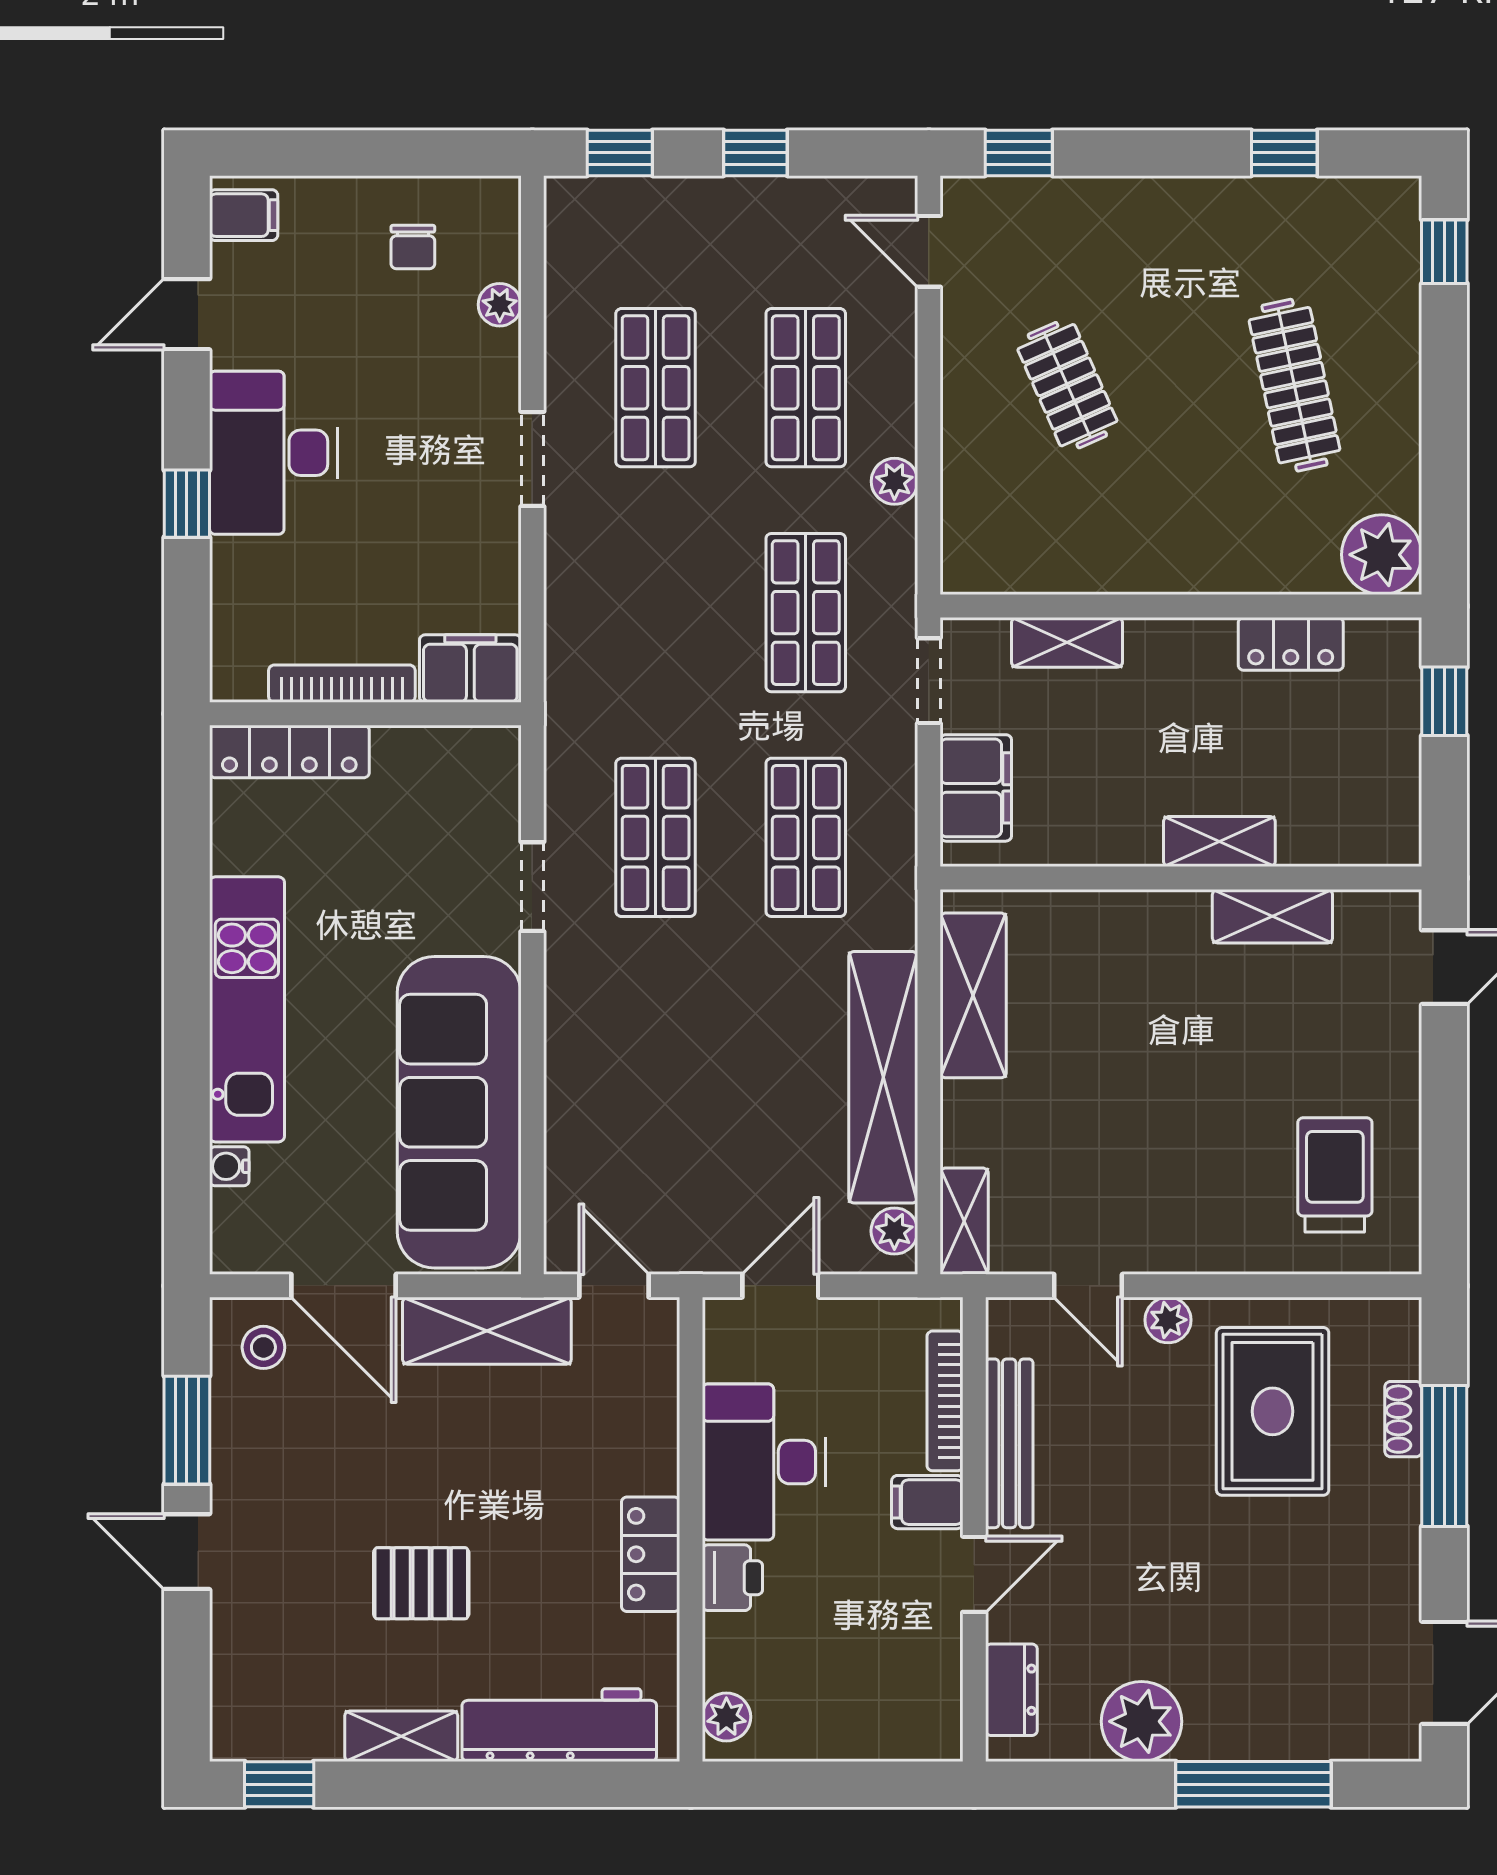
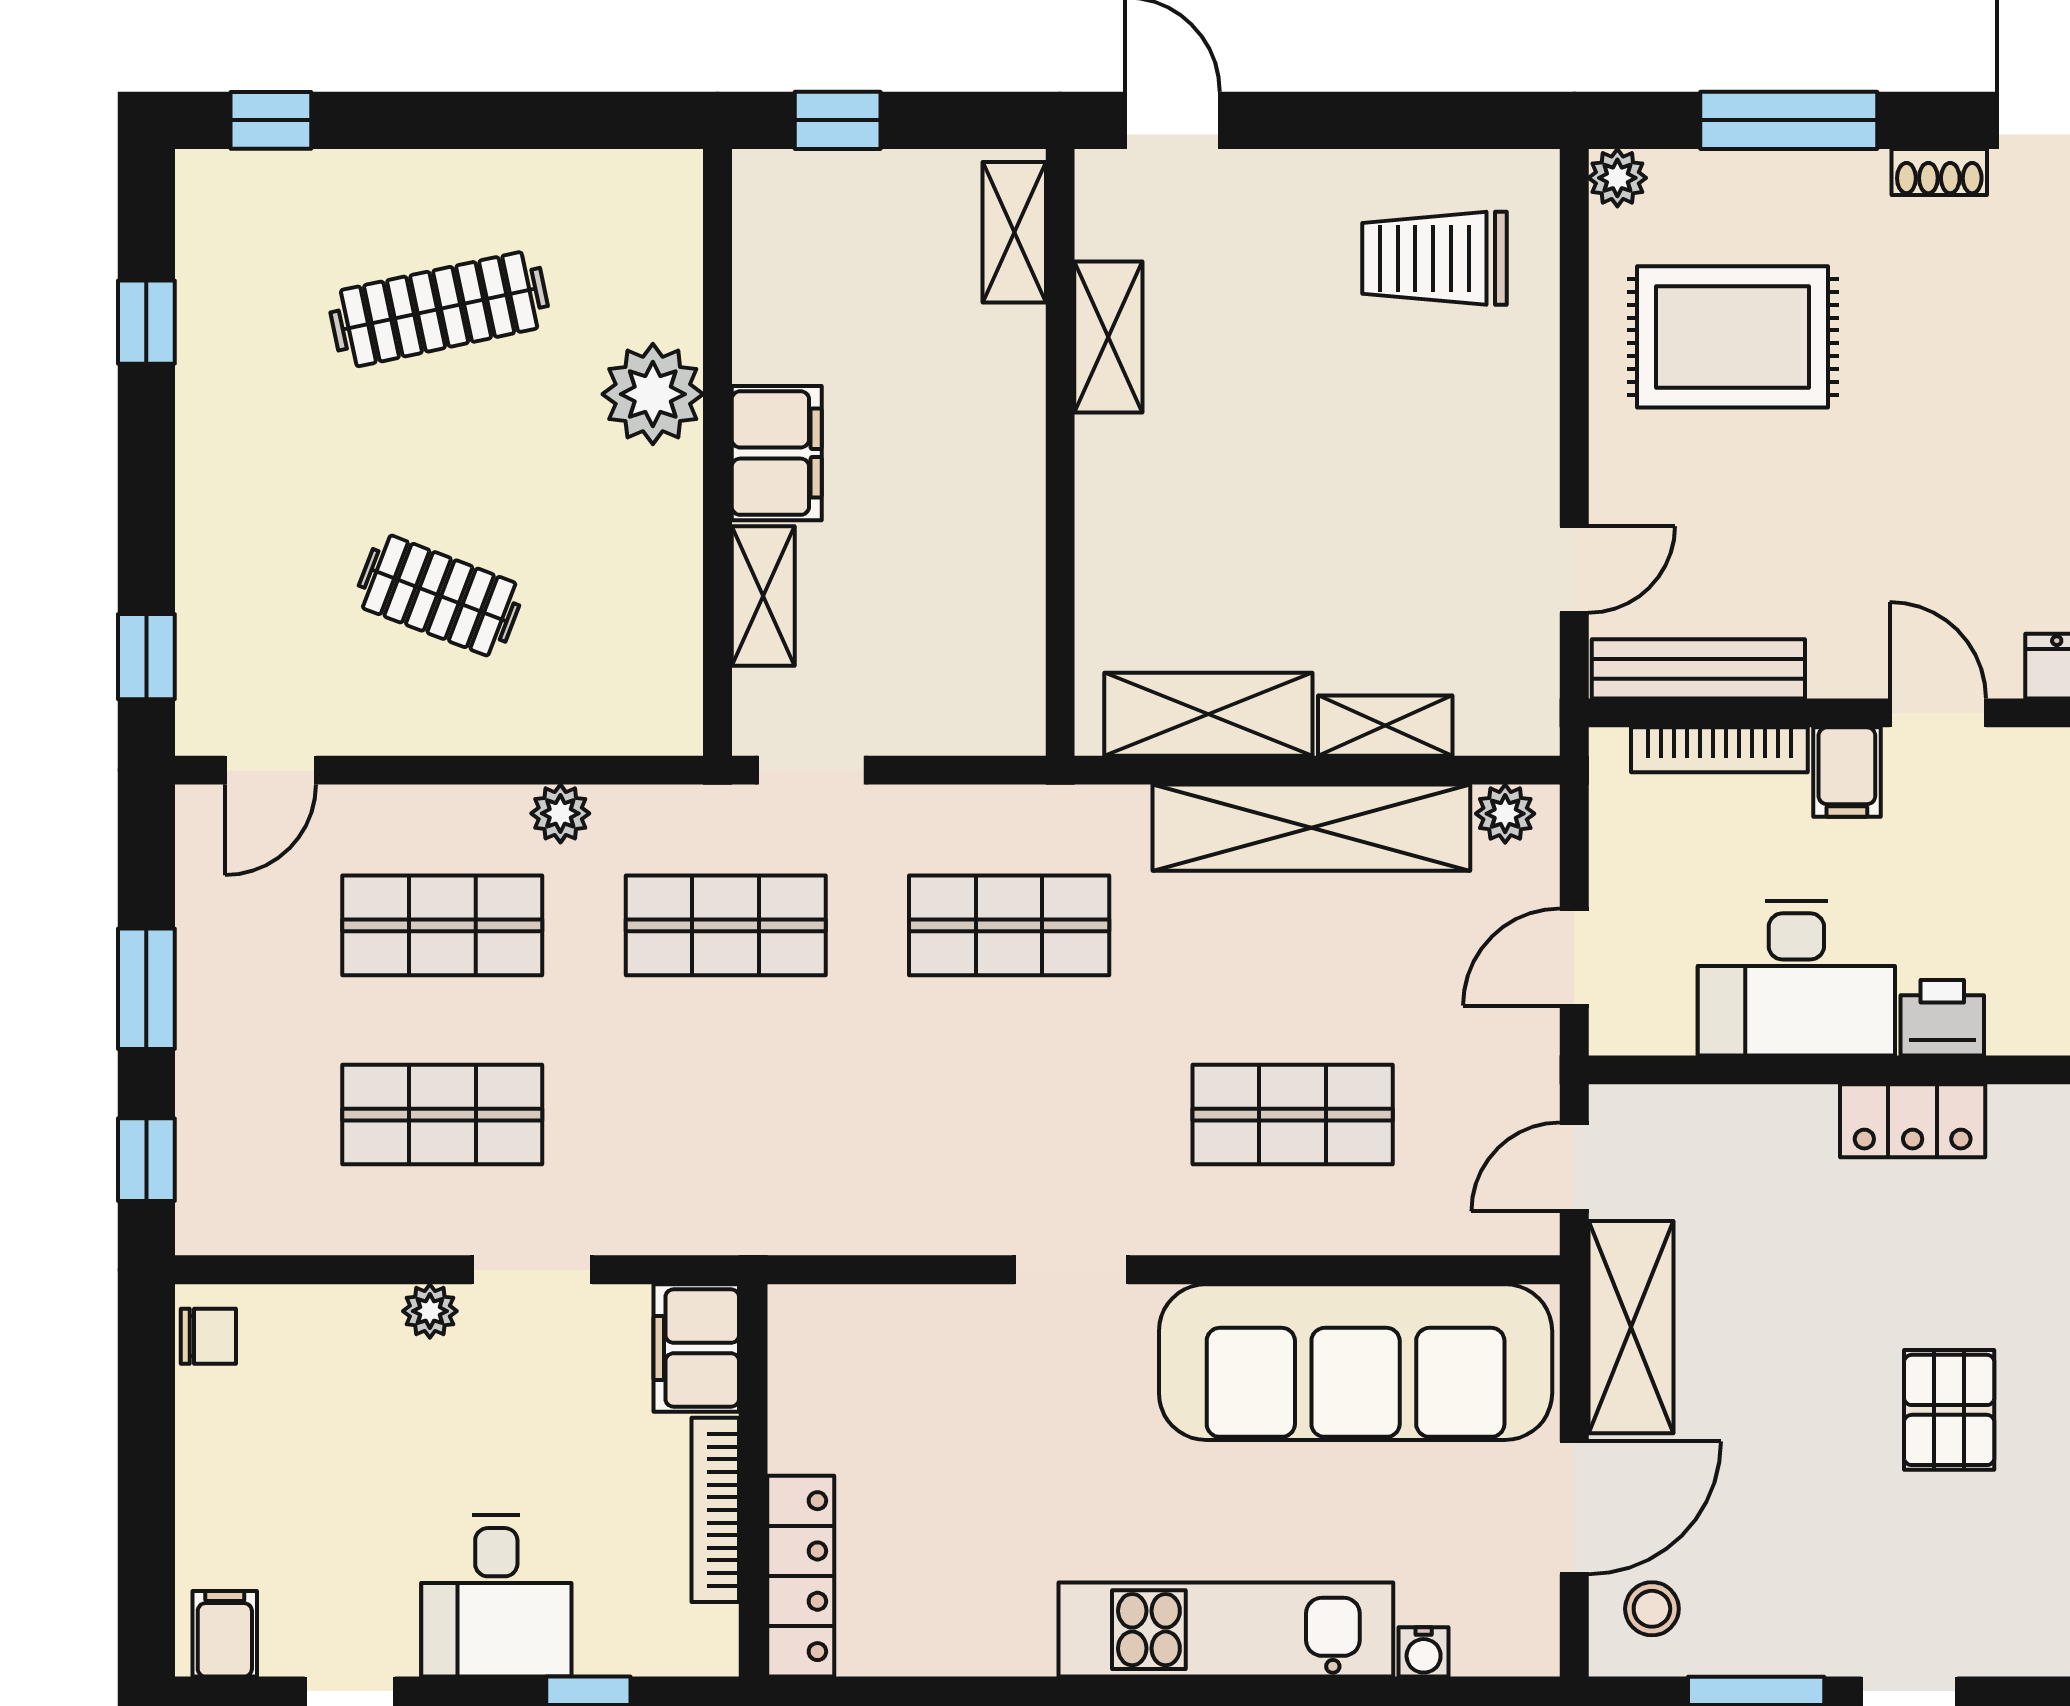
window: (755, 153) -> (146, 989), width x1.50
chair: (413, 247) -> (208, 1336), moved
plant: (500, 305) -> (430, 1311), moved
clothes rail: (1067, 385) -> (439, 595), turned 45
desk: (274, 453) -> (496, 1596), width x0.73
plant: (1382, 555) -> (653, 394), moved
locker: (1291, 644) -> (765, 314), removed
filing cabinet: (470, 669) -> (696, 1348), moved
bookcase: (342, 684) -> (715, 1510), moved
wall: (365, 714) -> (753, 1480), moved
locker: (289, 751) -> (801, 1576), moved
filing cabinet: (976, 788) -> (777, 453), moved, turned 90
shop shelf: (656, 837) -> (1293, 1115), moved
shelving: (1219, 842) -> (1014, 232), moved
shelving: (964, 1221) -> (1385, 726), moved
door: (780, 1286) -> (1574, 957), hinge flipped
plant: (1168, 1320) -> (1617, 178), moved
shoe rack: (1403, 1419) -> (1939, 172), moved
bench: (1009, 1443) -> (1698, 669), moved

